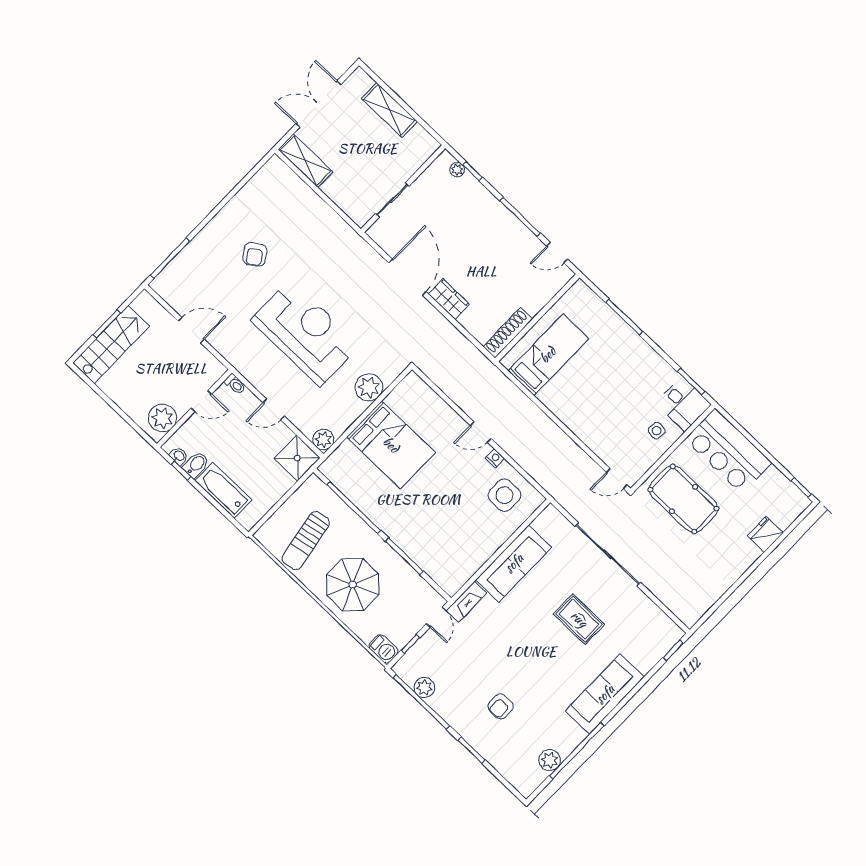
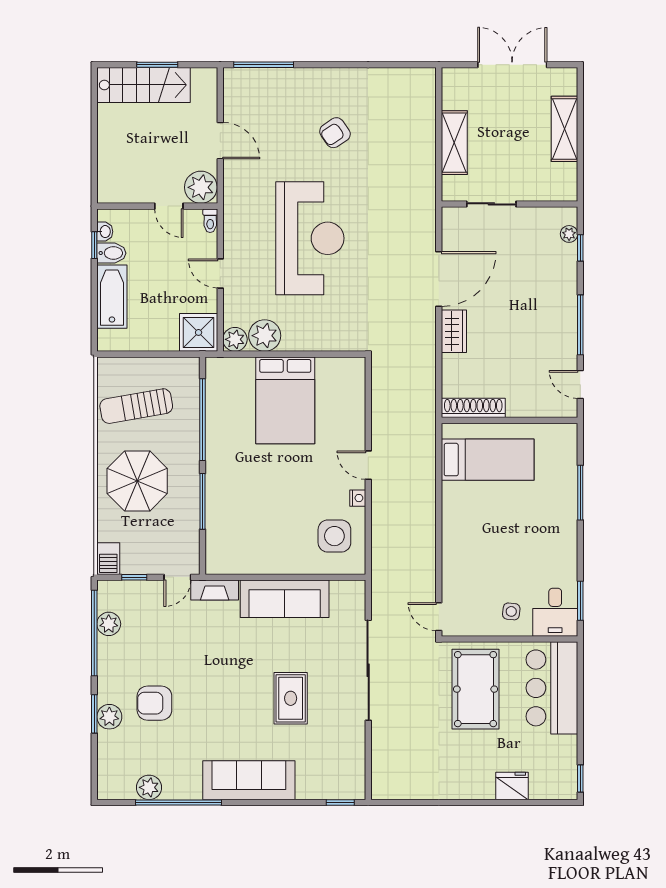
shelving: (305, 161) -> (454, 143), moved
plant: (369, 387) -> (265, 336), moved
plant: (162, 418) -> (201, 187), moved
armchair: (501, 706) -> (154, 703), width x1.38, depth x1.38
plant: (482, 743) -> (109, 717), added

